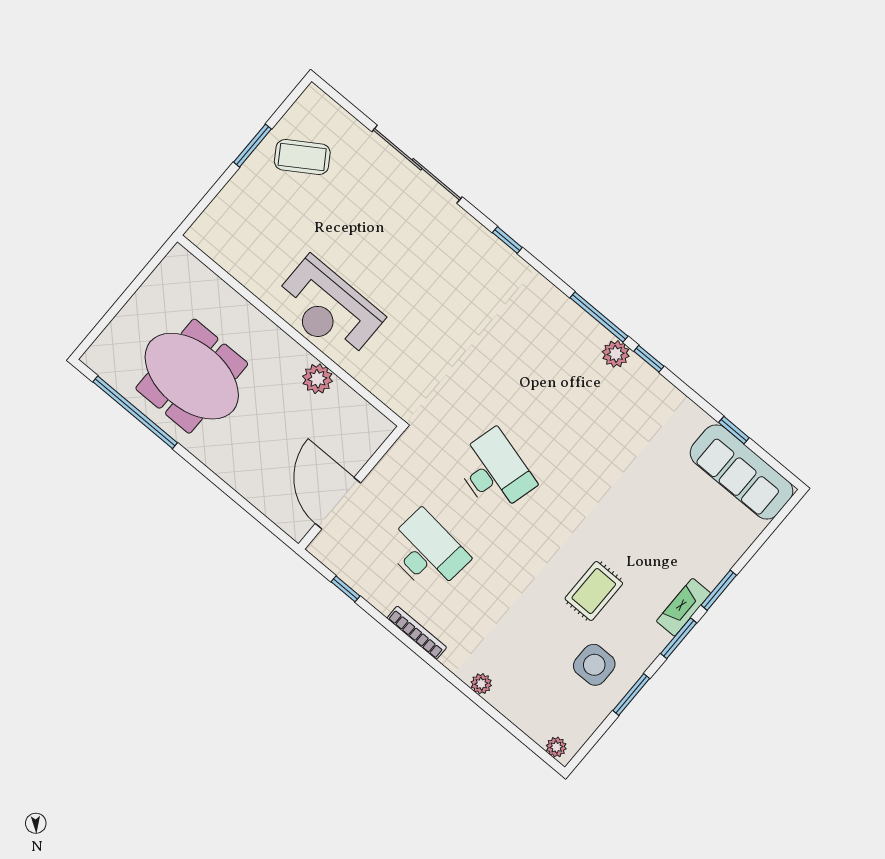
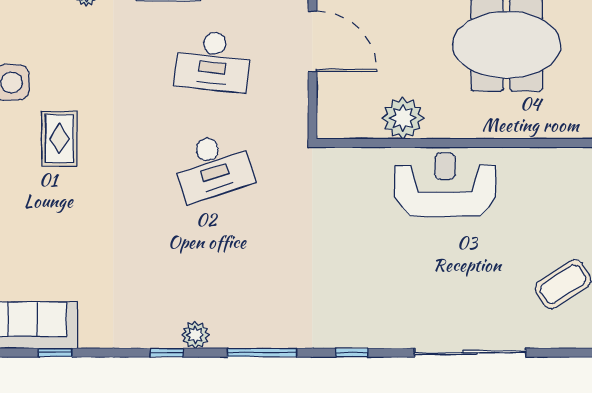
window: (599, 317) -> (262, 353), moved
plant: (317, 379) -> (403, 118), width x1.36, depth x1.36
desk: (494, 471) -> (213, 167), turned -33

